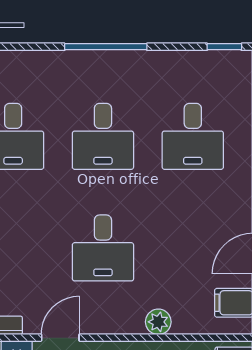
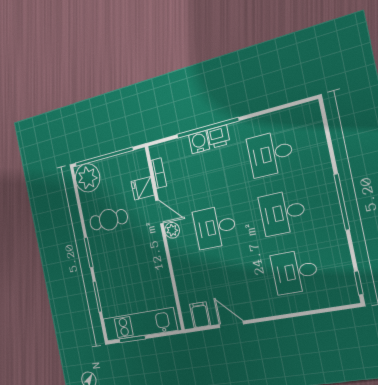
plant: (158, 322) -> (172, 230), moved

